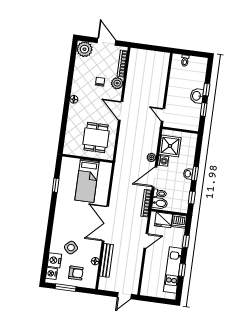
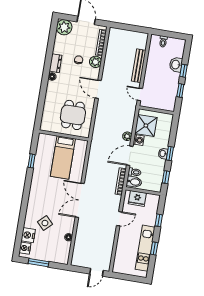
dresser: (77, 86) -> (55, 63), added
washbasin: (197, 96) -> (176, 65), moved
dishwasher: (179, 221) -> (153, 200), removed
bench: (106, 260) -> (139, 66), moved
armchair: (76, 273) -> (49, 248), removed

